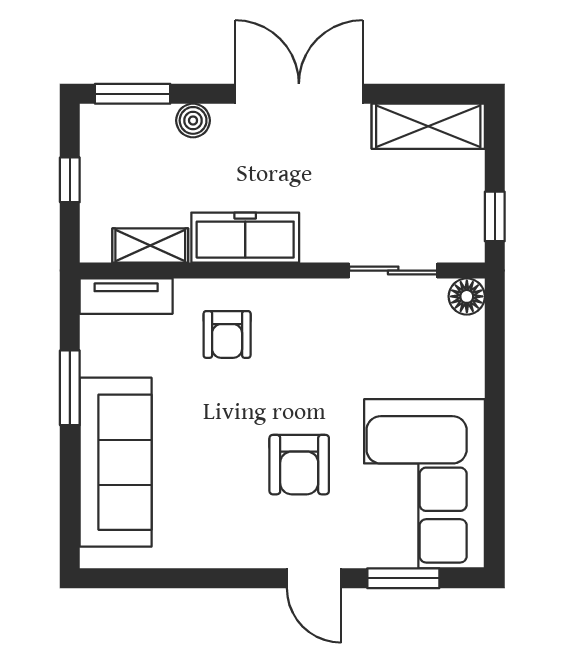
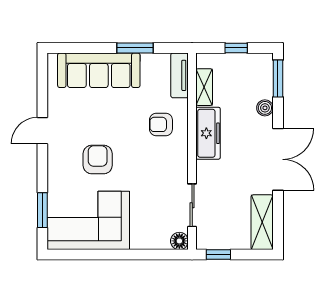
armchair: (299, 465) -> (98, 160), turned 90
door: (314, 578) -> (42, 131), moved

